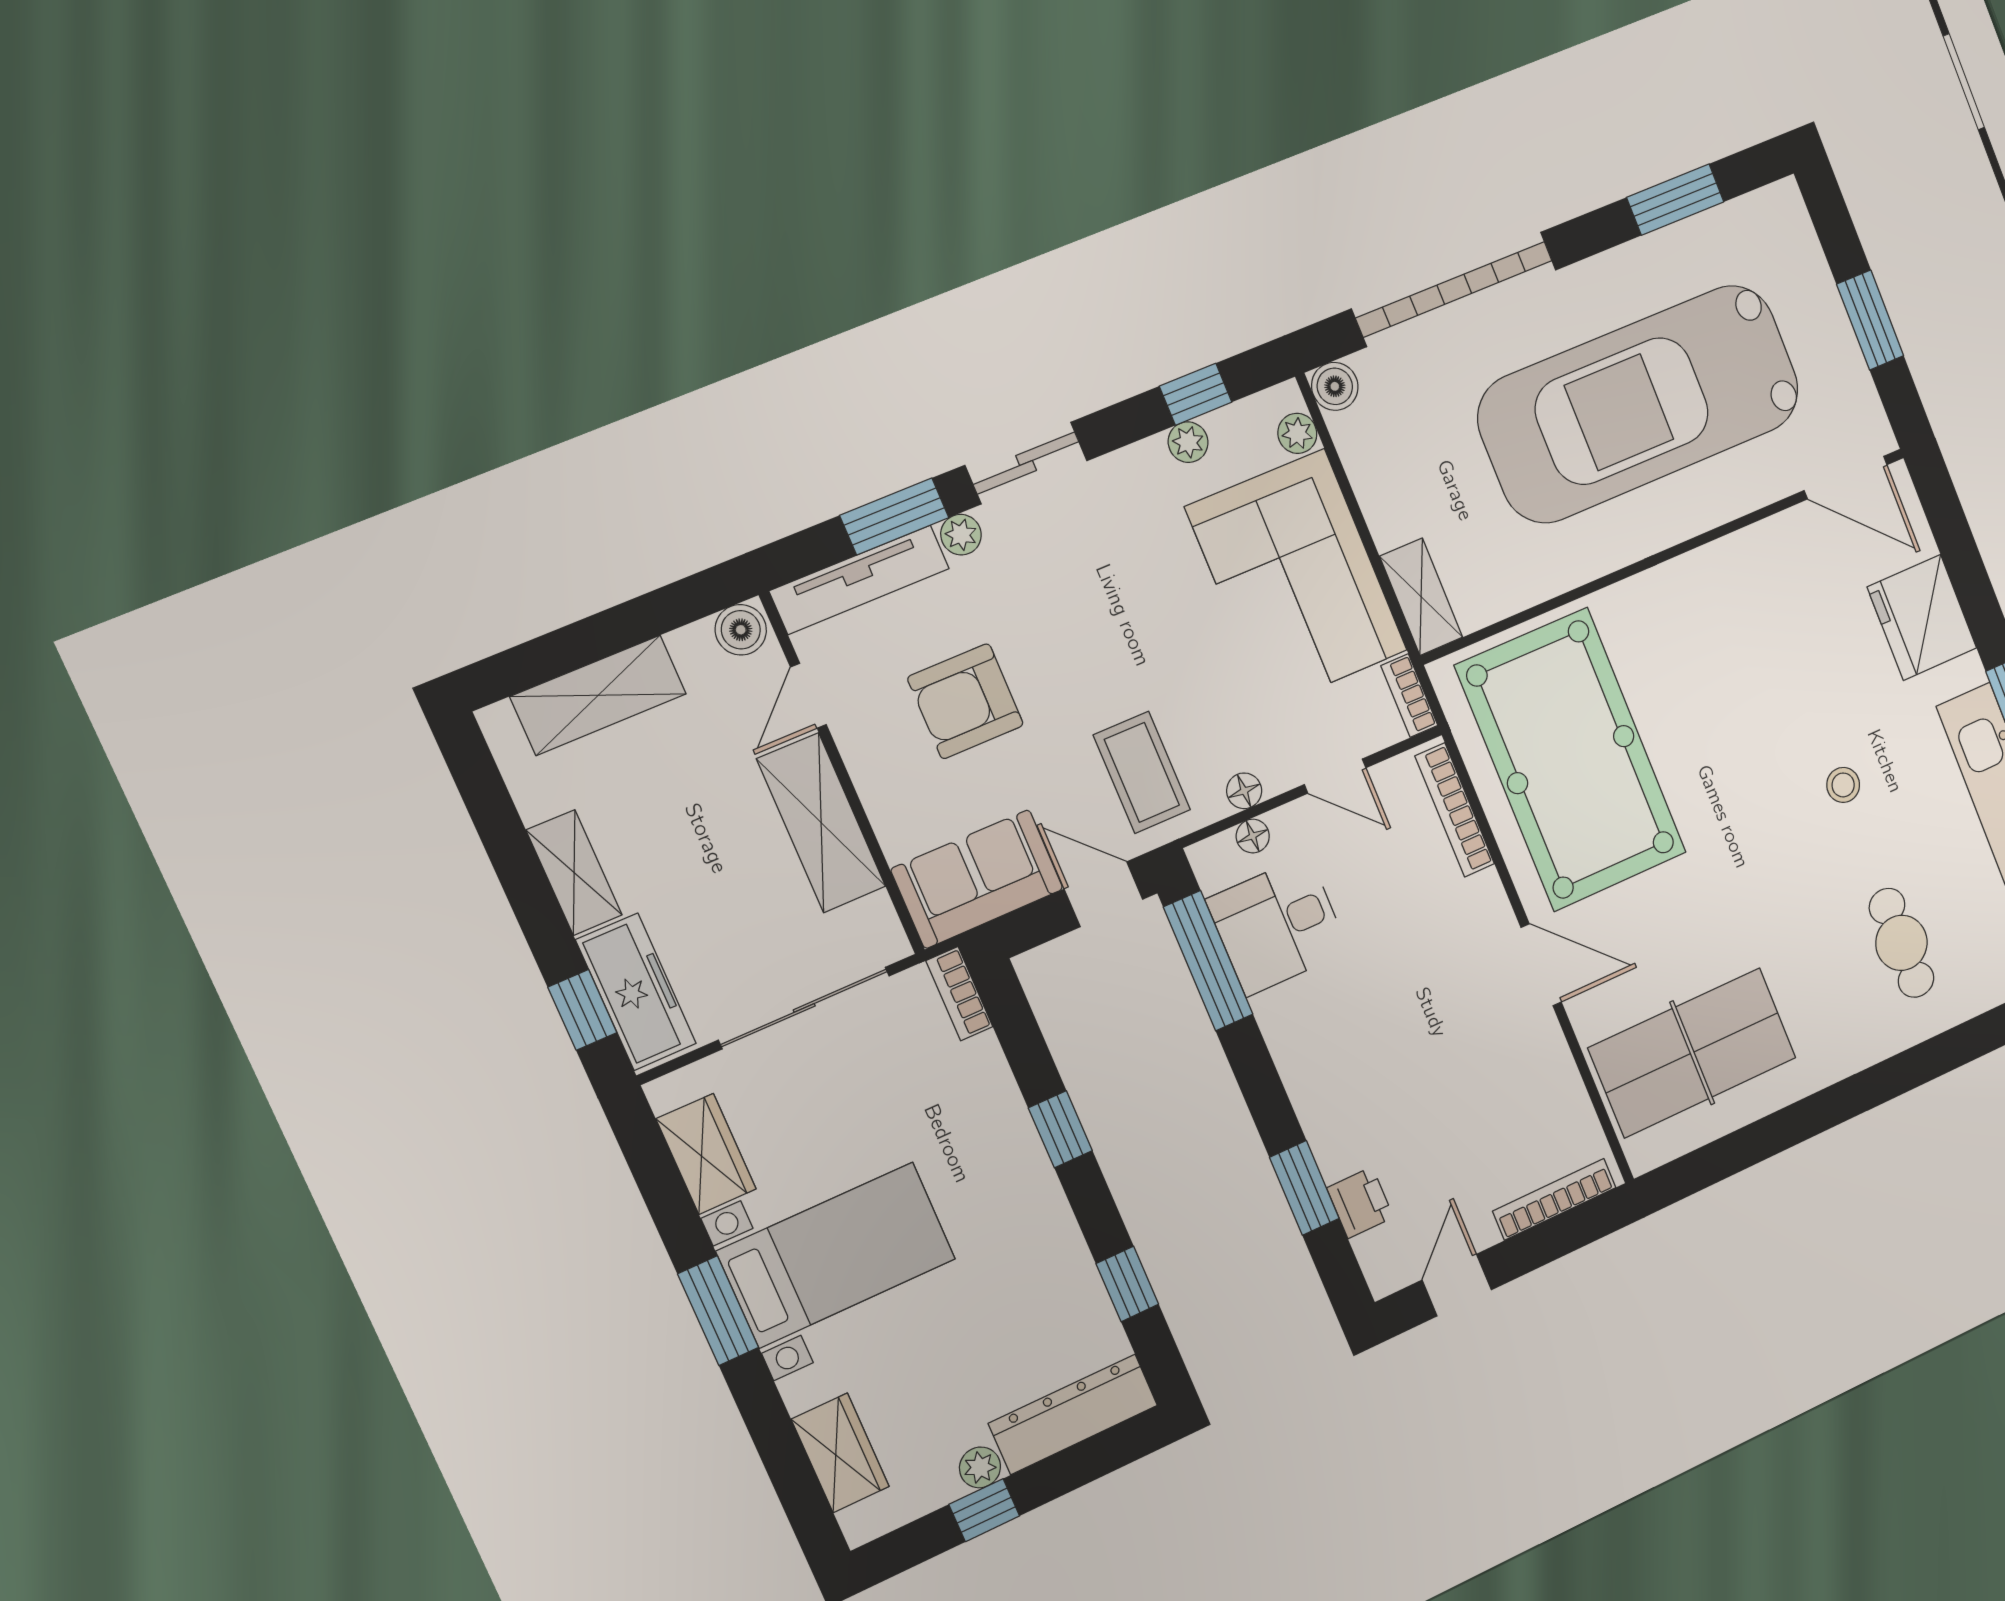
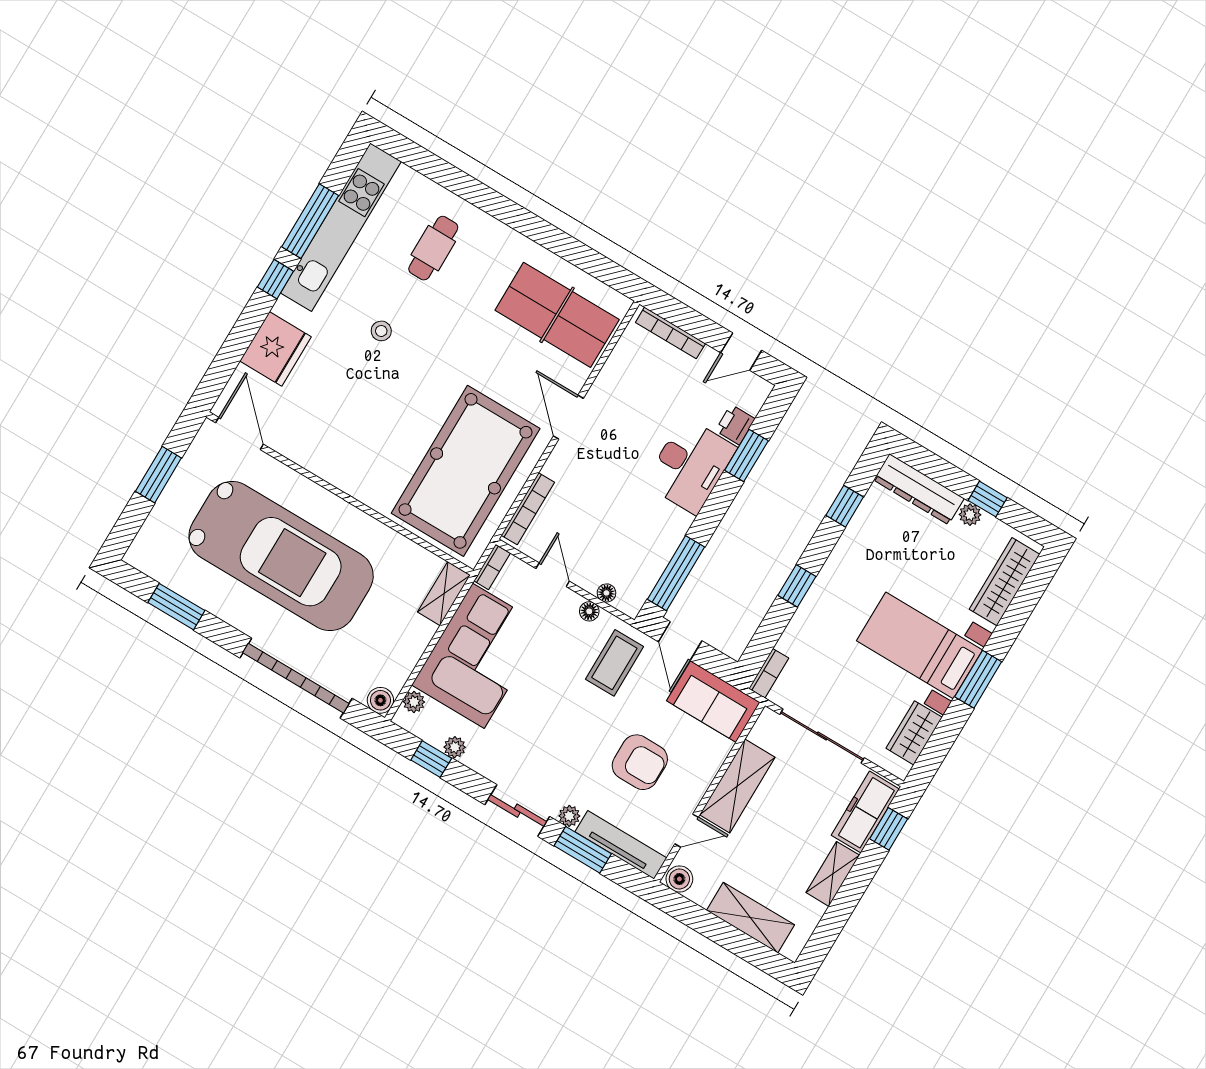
desk: (1278, 925) -> (690, 466), moved, width x1.37
wardrobe: (840, 1453) -> (1005, 582), width x1.50

